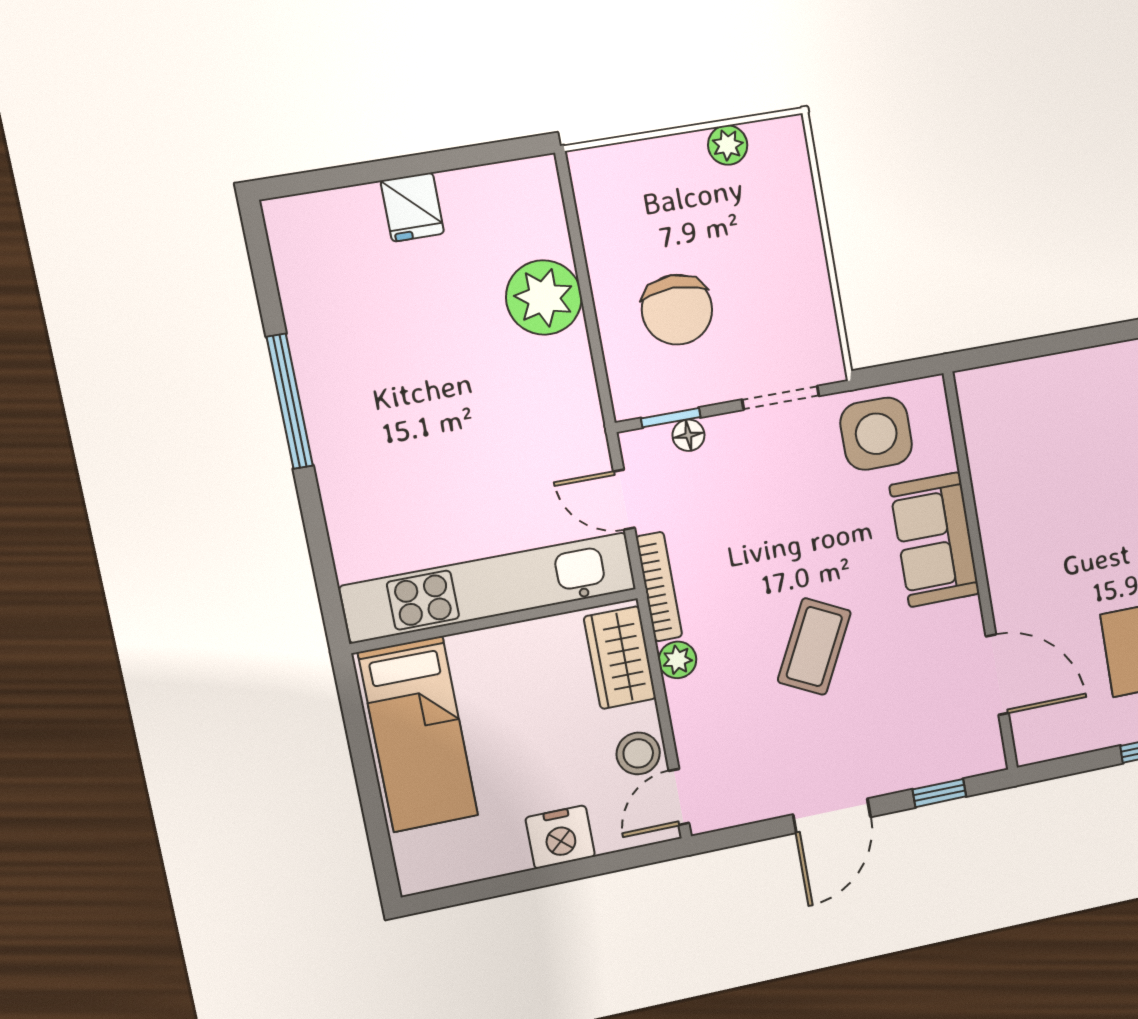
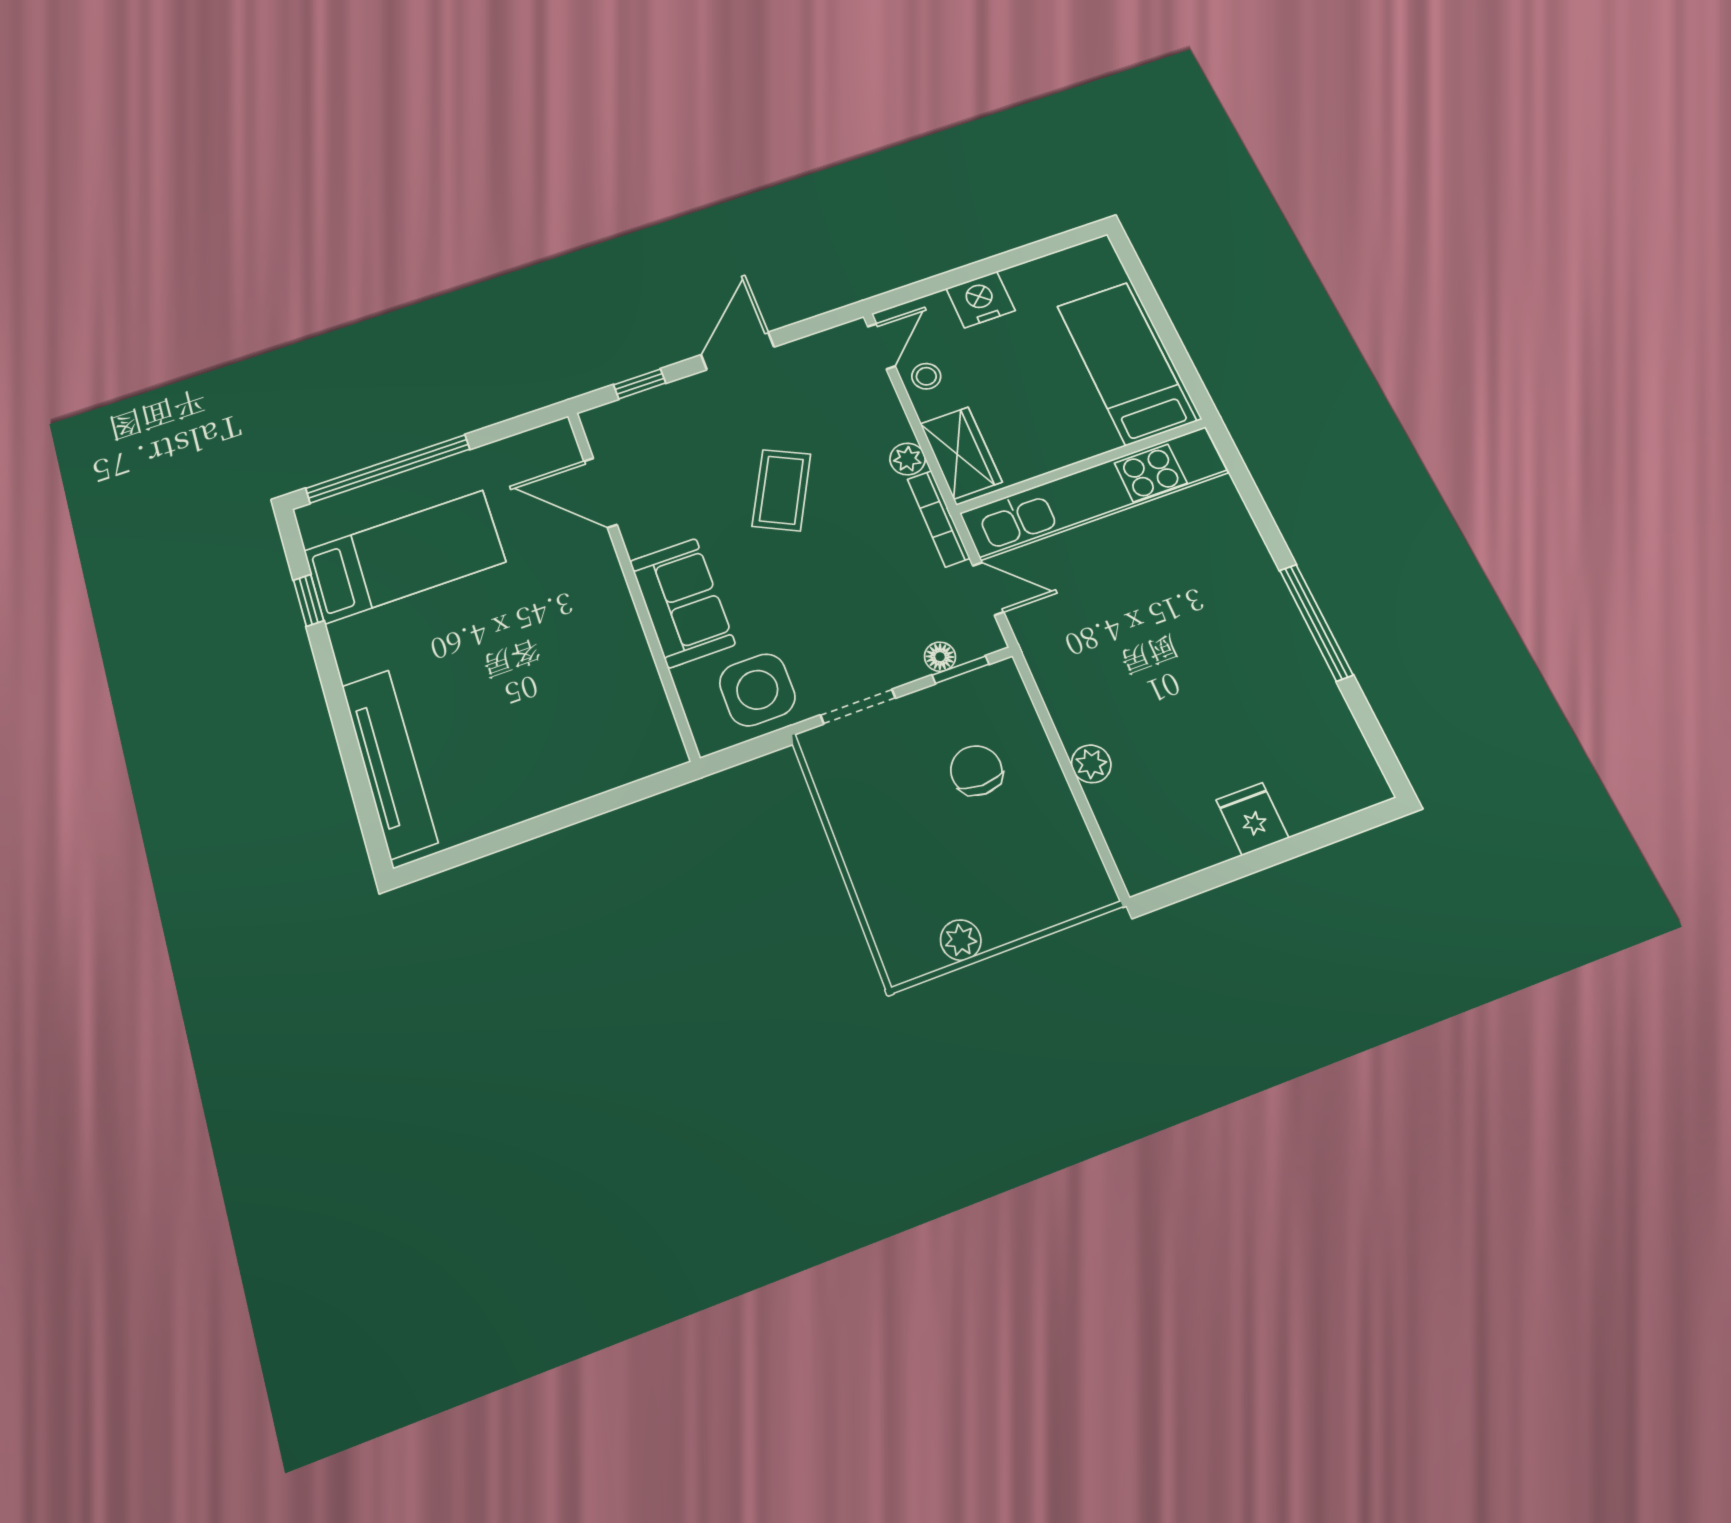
plant: (544, 298) -> (1091, 764), width x0.53, depth x0.53
chair: (677, 310) -> (976, 771), width x0.73, depth x0.73
stool: (638, 753) -> (926, 376), width x0.73, depth x0.73

